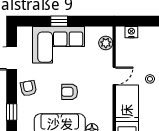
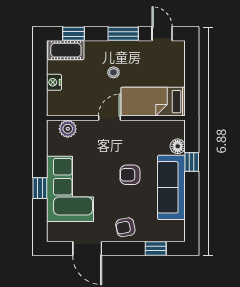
nightstand: (131, 32) -> (54, 82), moved
door: (114, 76) -> (109, 118), hinge flipped
armchair: (70, 92) -> (130, 175), turned 90

